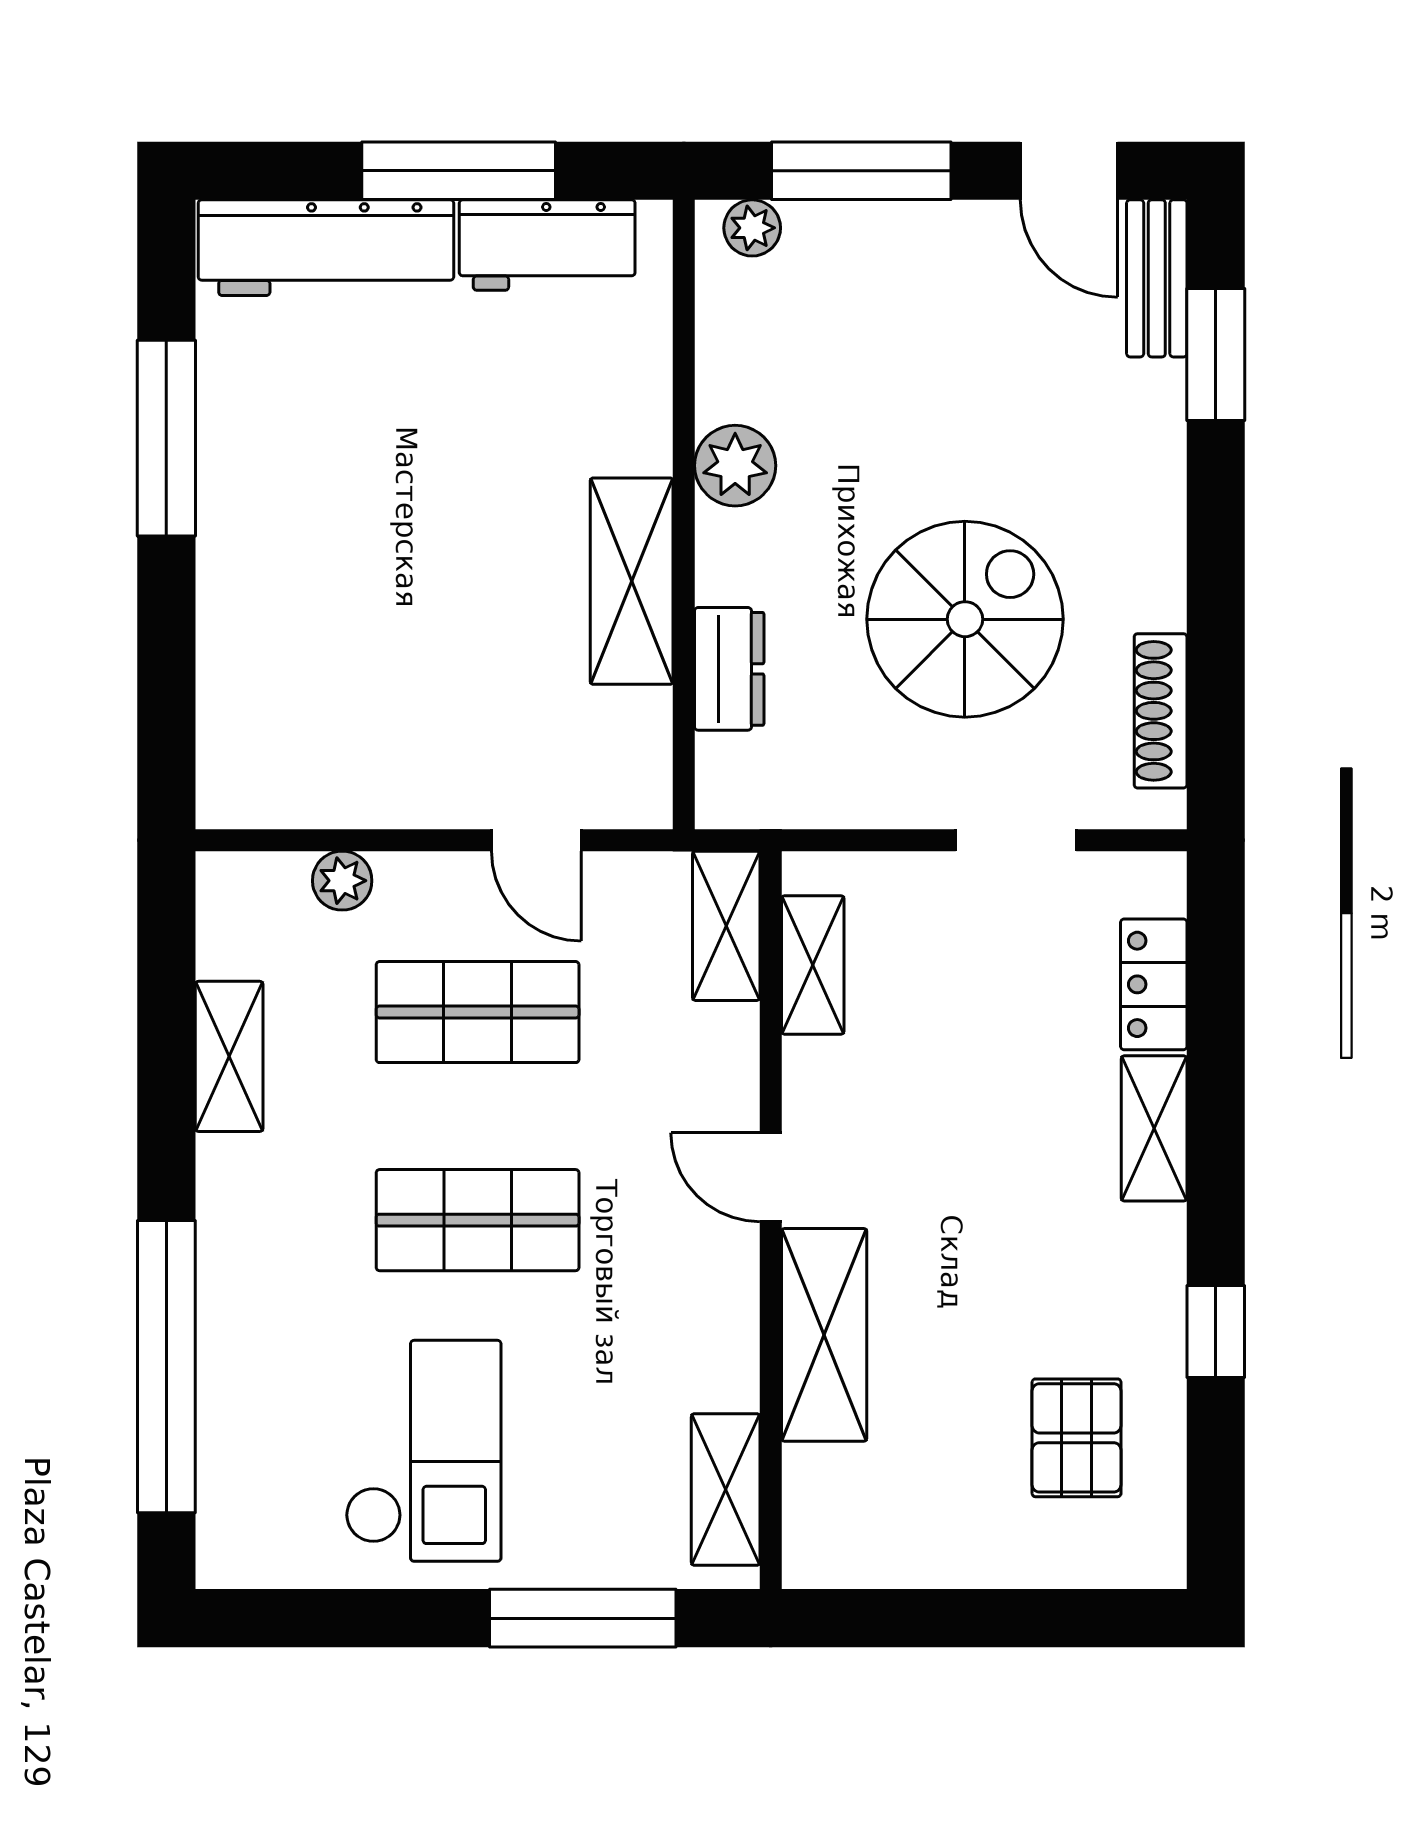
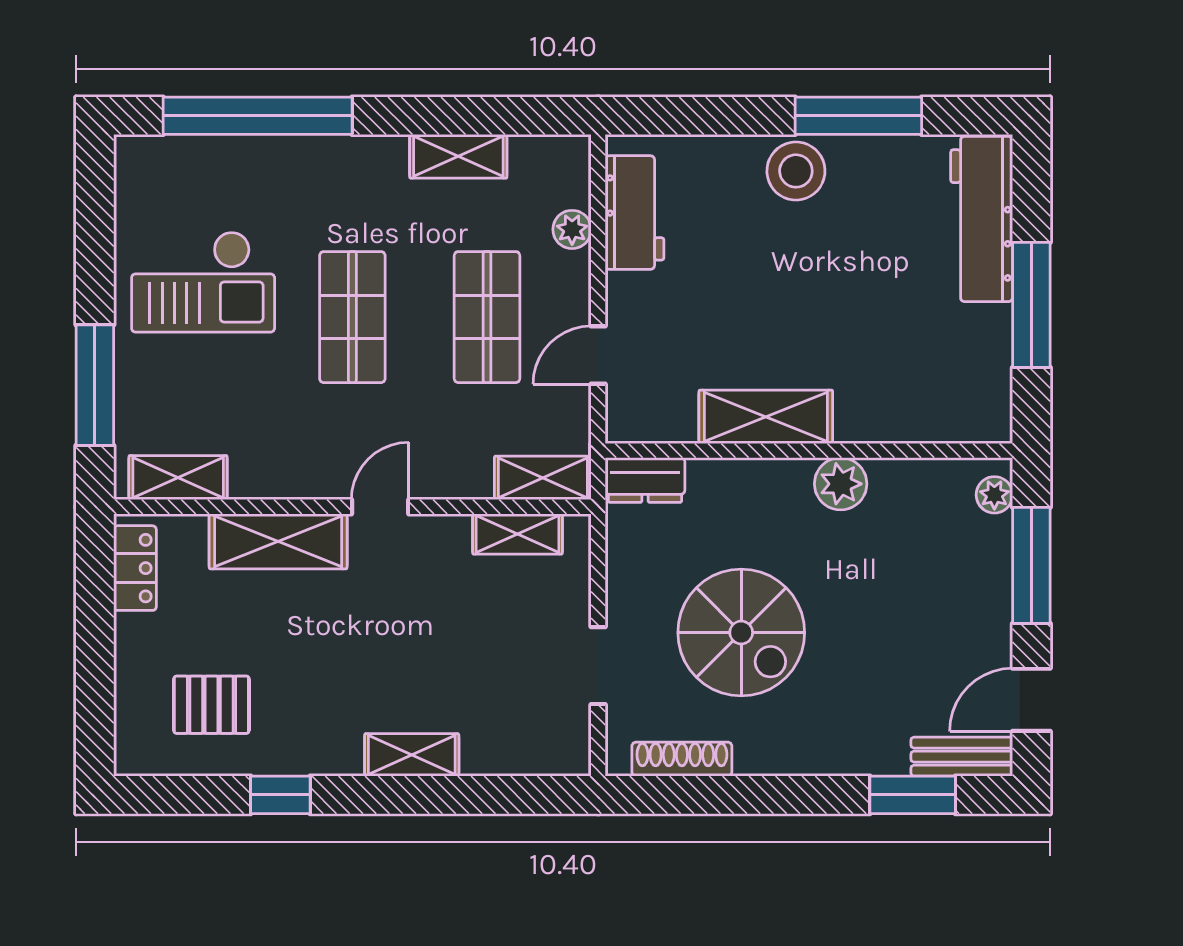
workbench: (547, 245) -> (635, 213), moved, turned 180
stool: (252, 535) -> (796, 171), added
dresser: (729, 669) -> (645, 480), moved
locker: (1154, 984) -> (135, 568), moved, turned 90

